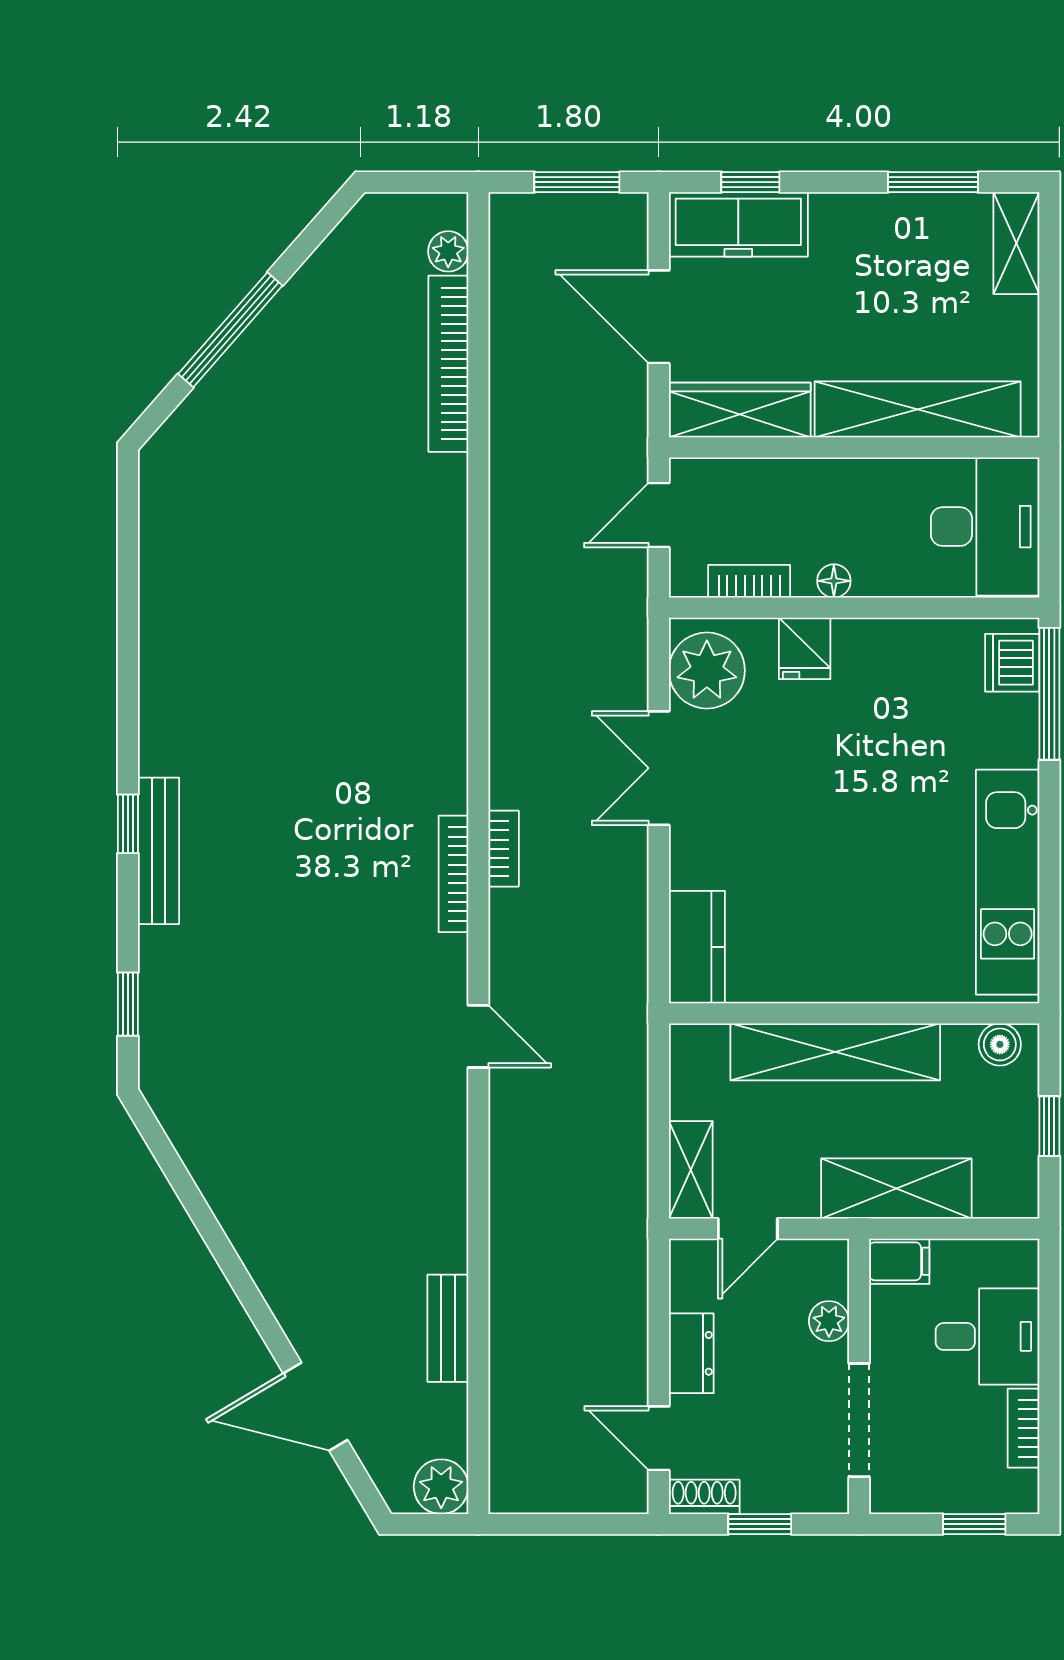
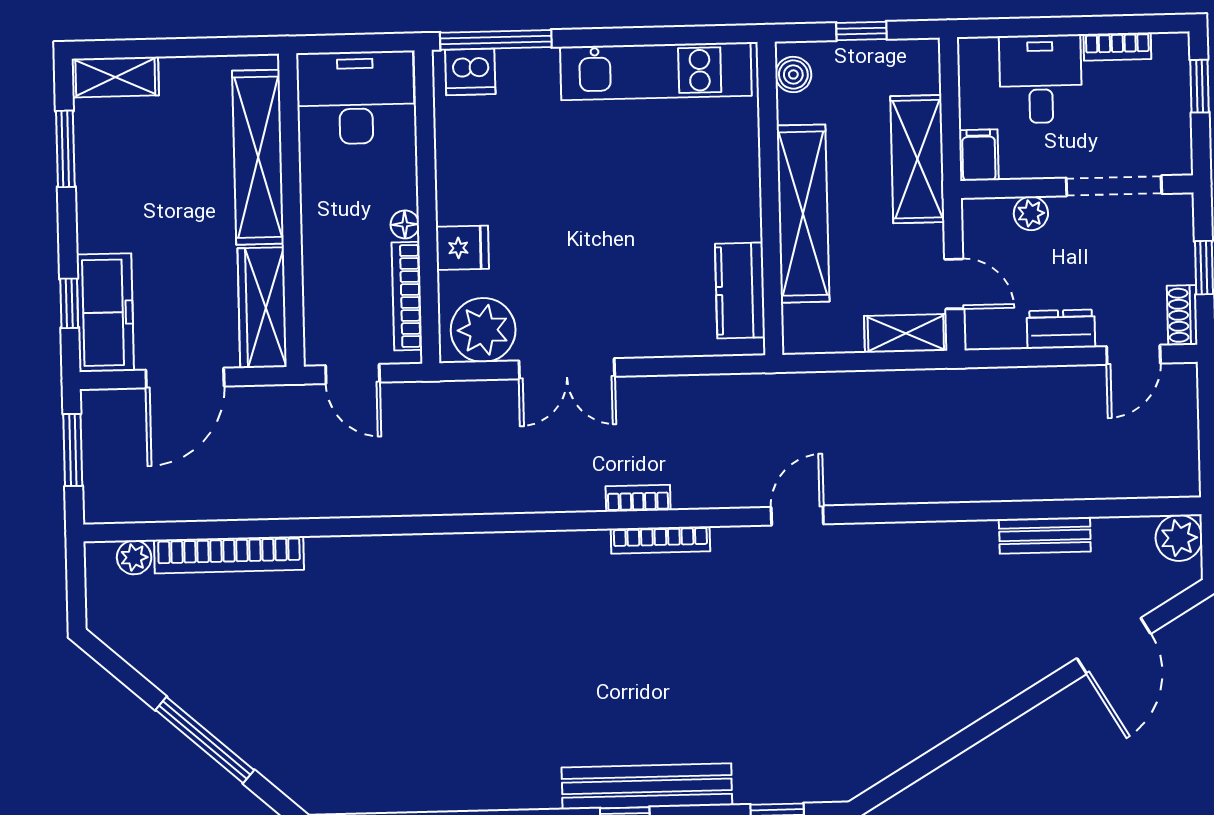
bookcase: (749, 581) -> (407, 296), width x1.56
bench: (158, 851) -> (647, 786), width x1.37, depth x1.21
kitchen counter: (697, 947) -> (740, 290), moved, turned -90

